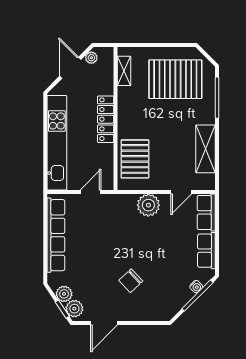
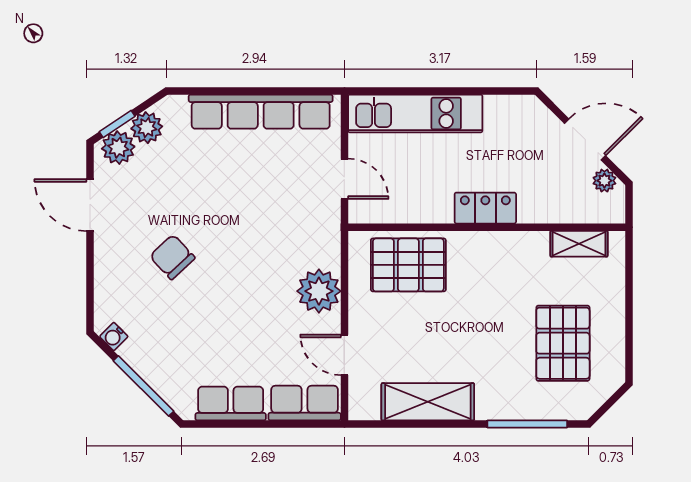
pallet: (175, 79) -> (563, 343), width x0.73, depth x0.71
locker: (106, 119) -> (485, 208), width x0.66
kitchen unit: (57, 143) -> (415, 114), width x0.73
water cooler: (196, 287) -> (114, 337), moved

